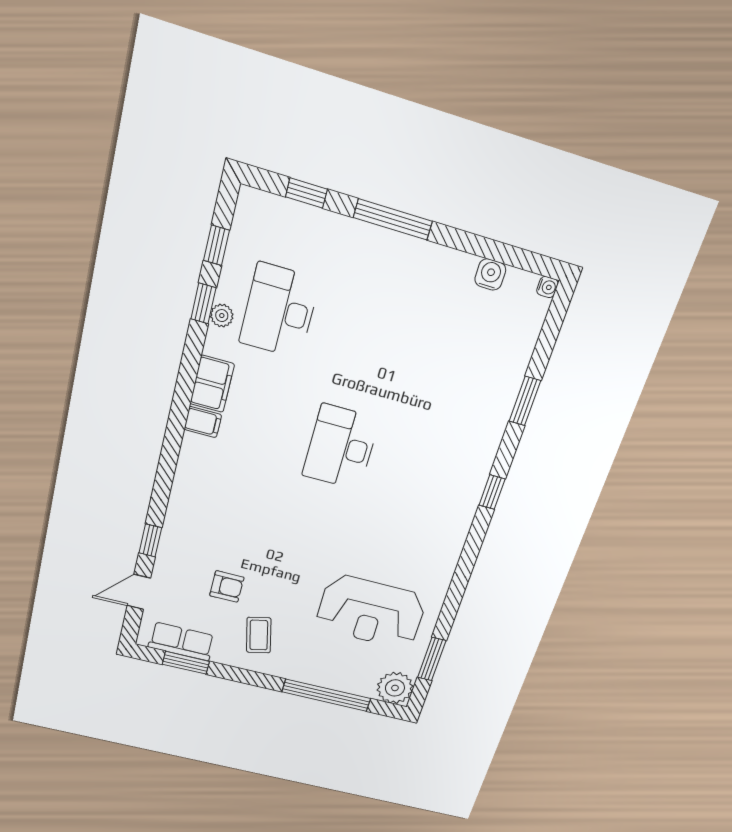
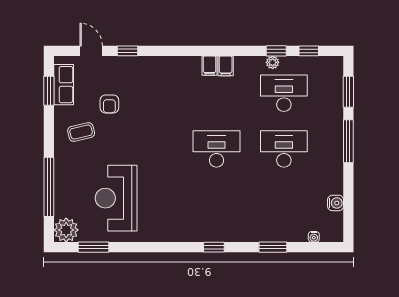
window: (306, 193) -> (348, 92), width x1.50
water cooler: (547, 287) -> (314, 237), moved
desk: (373, 338) -> (284, 149), added
filing cabinet: (212, 384) -> (226, 66), width x0.50

